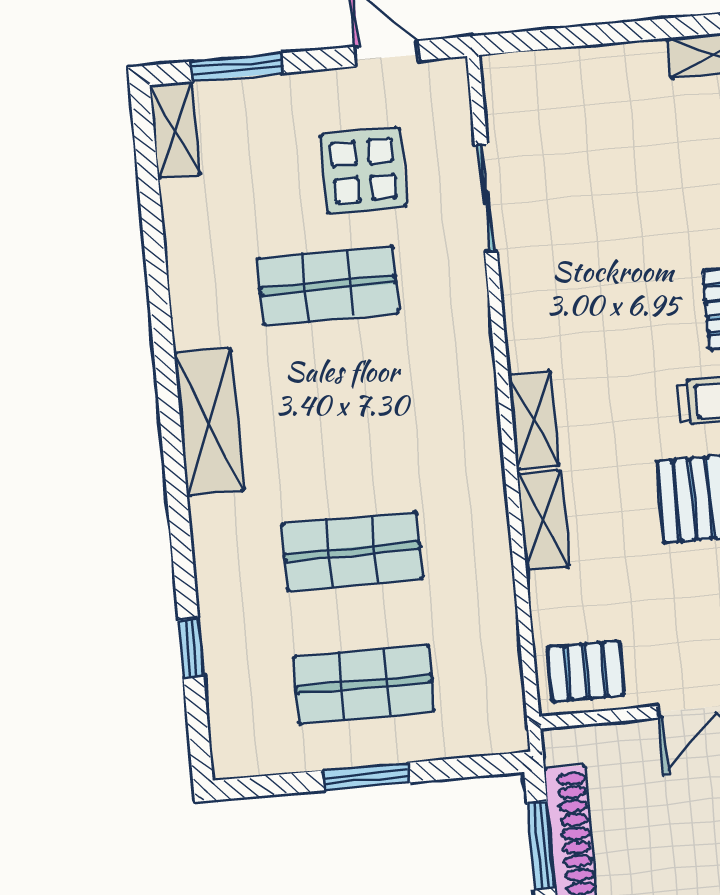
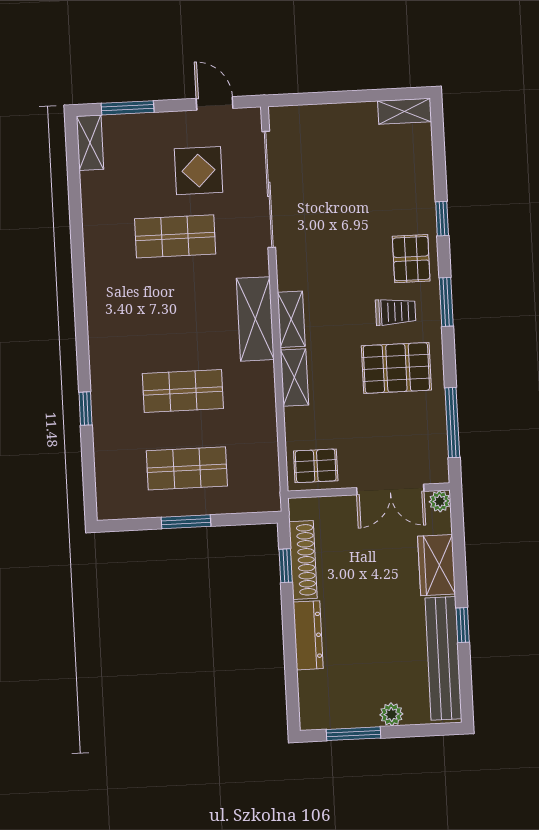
sliding door: (486, 198) -> (269, 189), width x1.86
shelving: (209, 422) -> (255, 319), moved
window: (191, 648) -> (85, 409), moved
window: (541, 845) -> (286, 566), width x0.67

